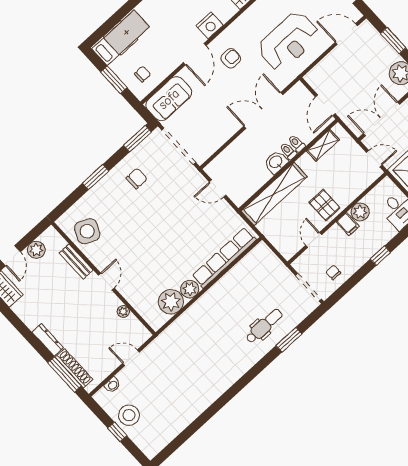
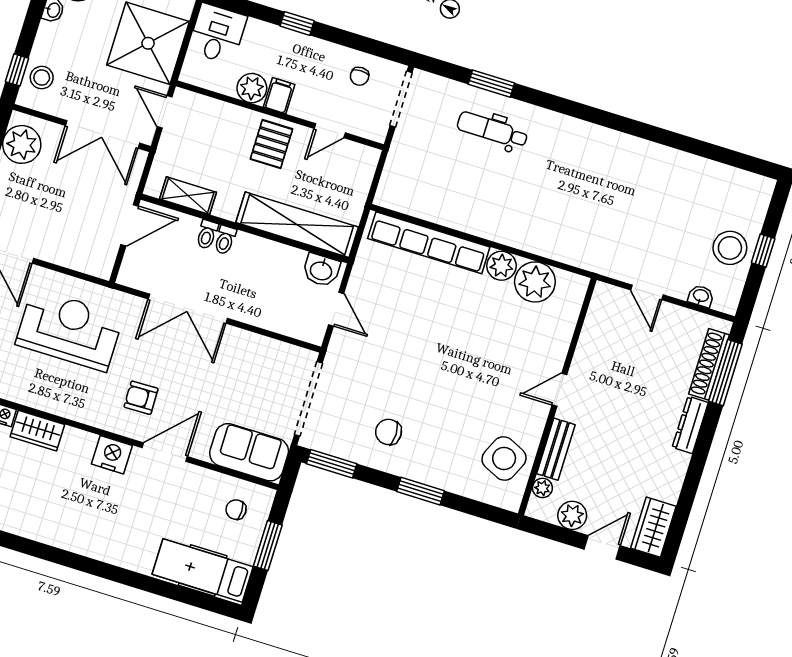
washbasin: (276, 162) -> (321, 270), moved
plant: (123, 312) -> (542, 488), moved

